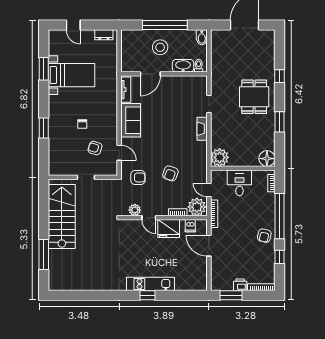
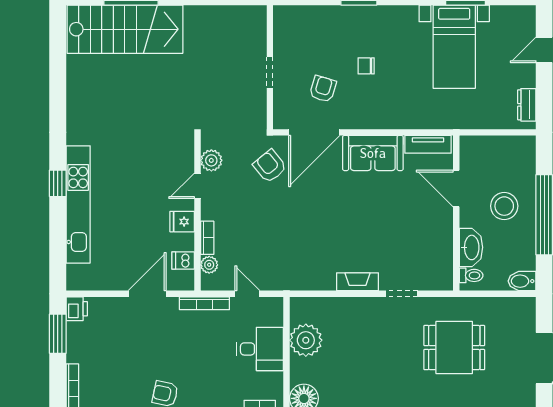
dining table: (254, 97) -> (454, 348), moved
door: (119, 153) -> (314, 132), width x1.87
plant: (220, 157) -> (306, 340), moved
armchair: (170, 173) -> (277, 225), removed
armchair: (138, 177) -> (270, 166), turned 141
door: (209, 190) -> (247, 294), hinge flipped
plant: (197, 207) -> (209, 265), width x0.53, depth x0.53
stairs: (62, 217) -> (125, 29), moved
fridge: (169, 228) -> (182, 222), width x0.53, depth x0.75
kitchen unit: (150, 284) -> (78, 204), width x1.36
printer: (240, 285) -> (77, 309), moved

